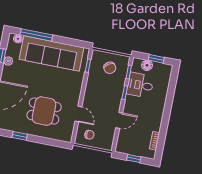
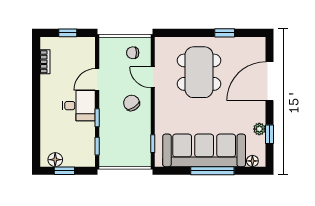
window: (36, 35) -> (212, 171), moved
floor lamp: (147, 65) -> (55, 160), moved
chair: (110, 68) -> (132, 103), moved
desk: (140, 85) -> (79, 106), moved
dining table: (44, 111) -> (199, 72), width x1.38

